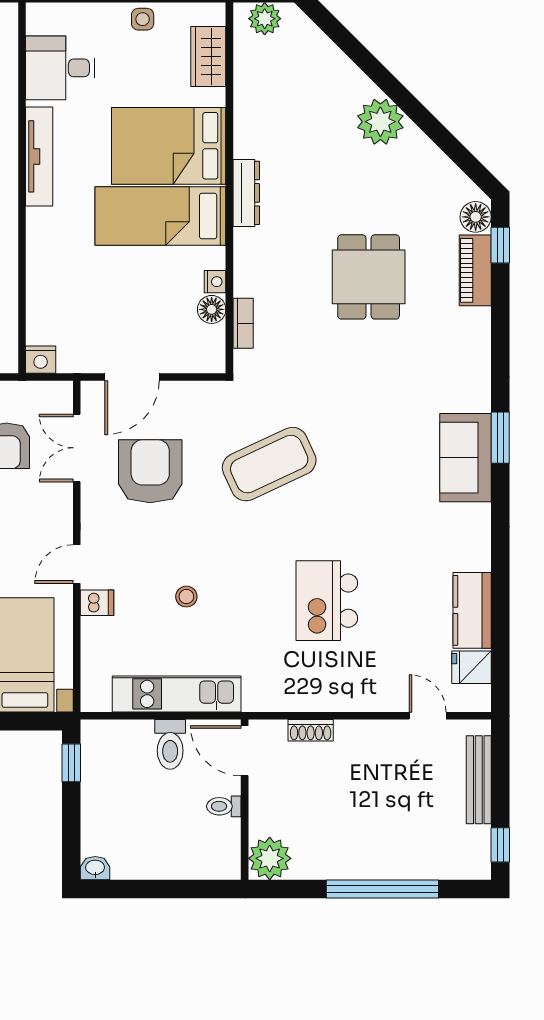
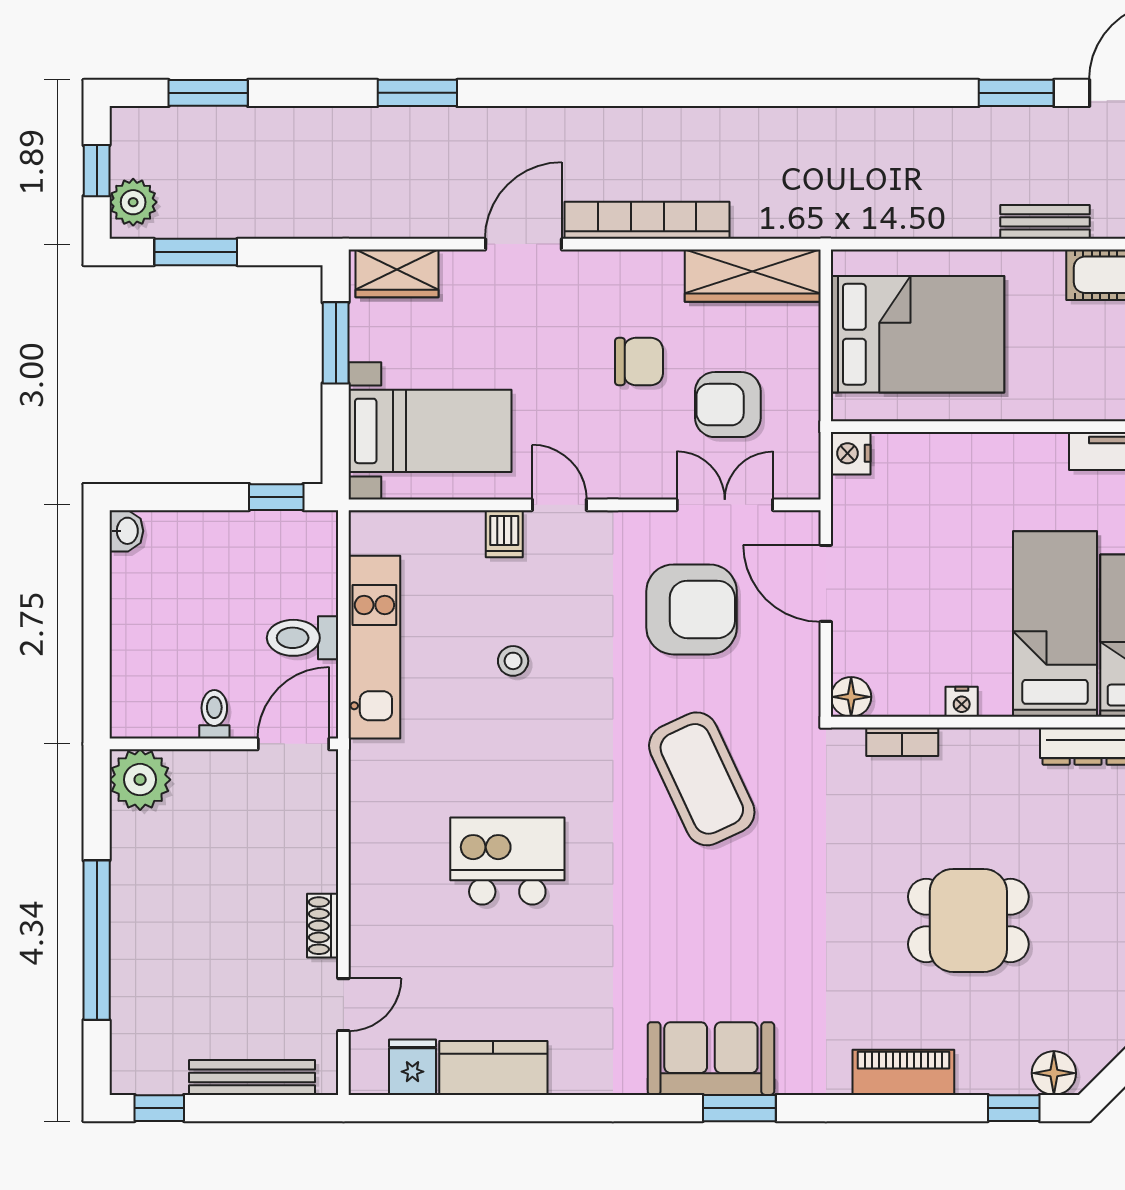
piano: (475, 270) -> (903, 1072), moved
floor lamp: (212, 309) -> (851, 697), moved
shoe rack: (311, 730) -> (323, 926), moved

